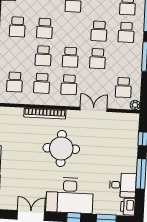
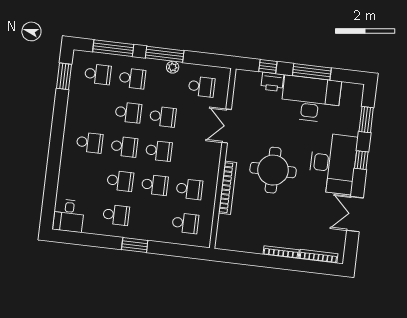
school desk: (69, 85) -> (124, 147), moved
plant: (135, 105) -> (173, 67), moved
desk: (123, 185) -> (311, 99), width x1.87, depth x1.30
printer: (128, 207) -> (272, 82), moved

